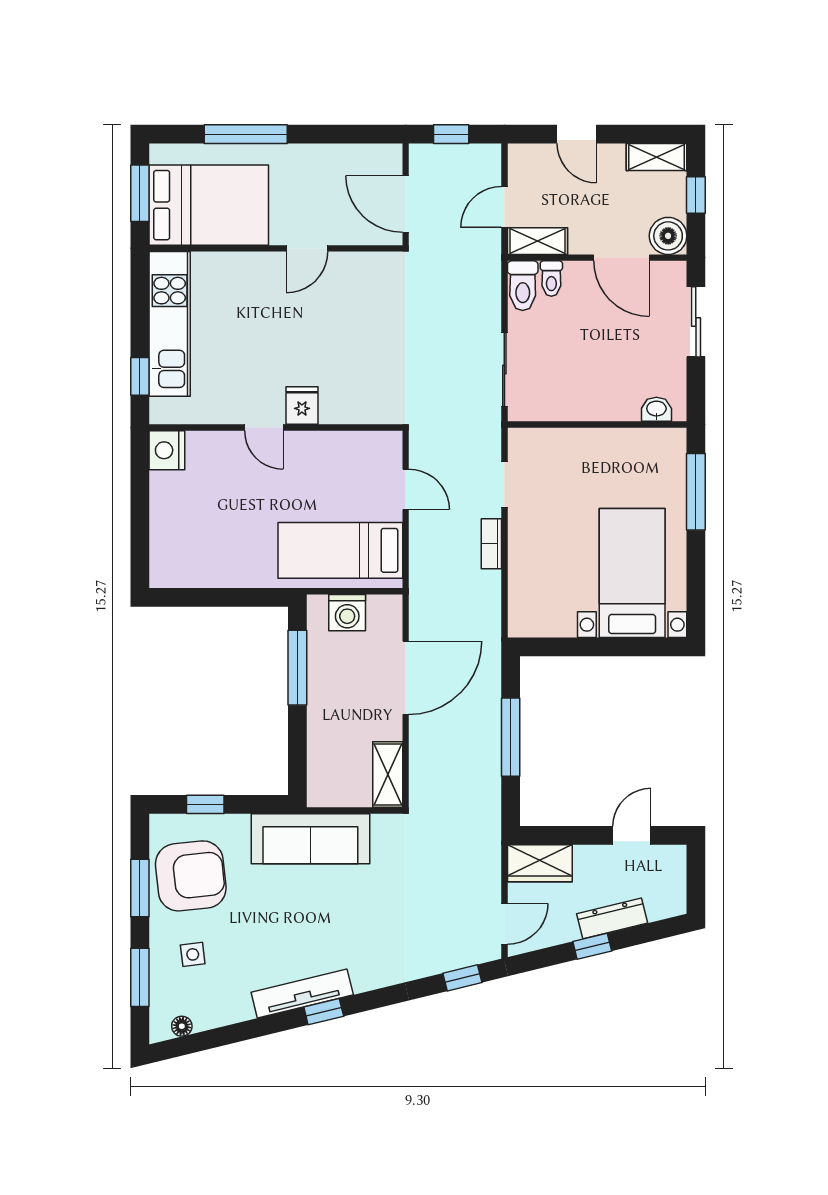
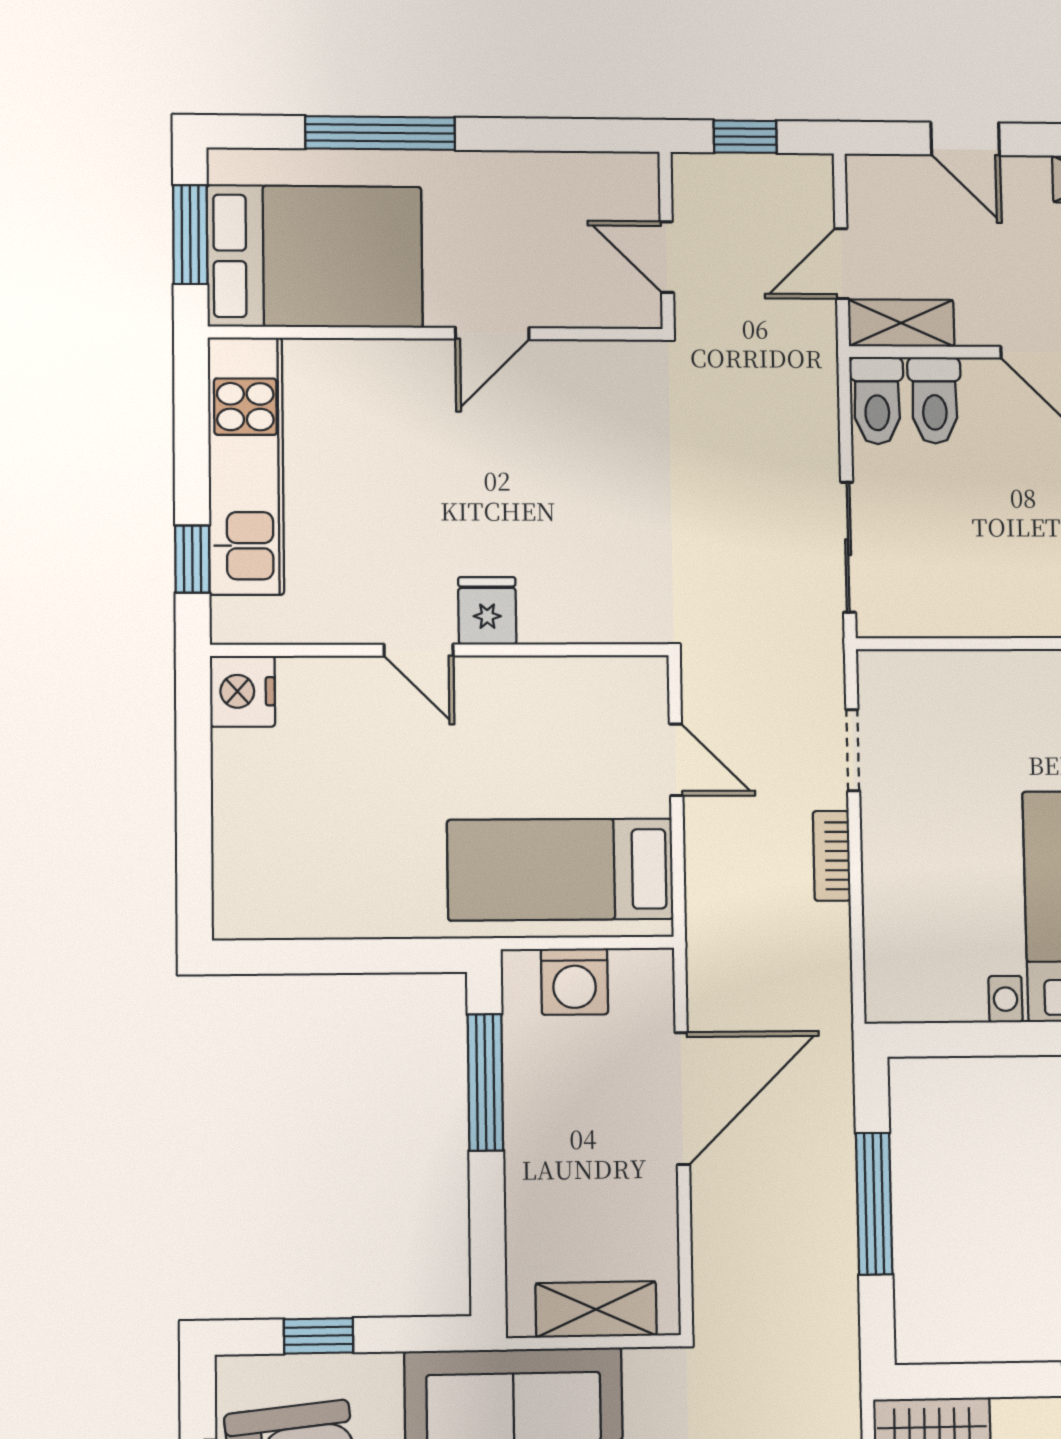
door: (406, 204) -> (667, 257), width x0.73
toilet: (551, 279) -> (935, 400), width x1.37, depth x1.39
shelving: (388, 775) -> (596, 1309), moved, turned 90

